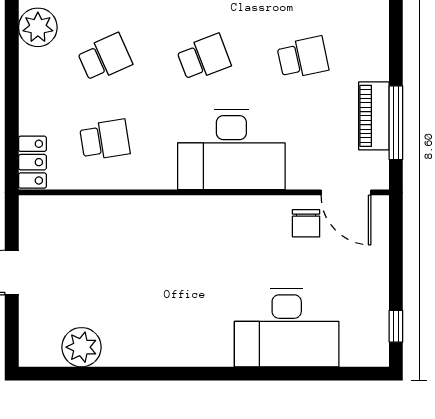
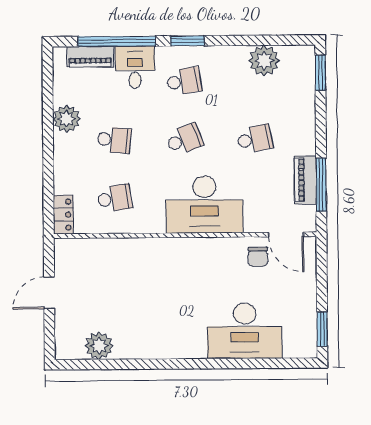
school desk: (105, 58) -> (114, 140), turned 30
window: (396, 326) -> (322, 329), width x1.50

